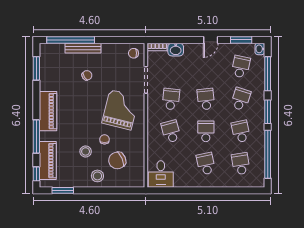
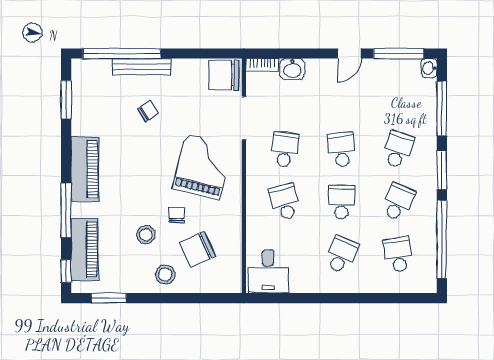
window: (241, 40) -> (399, 53), width x1.44
chair: (133, 53) -> (224, 75), width x1.87, depth x1.87
school desk: (241, 67) -> (398, 97), removed
school desk: (241, 131) -> (398, 202), turned 36
school desk: (206, 164) -> (341, 255), turned 36

